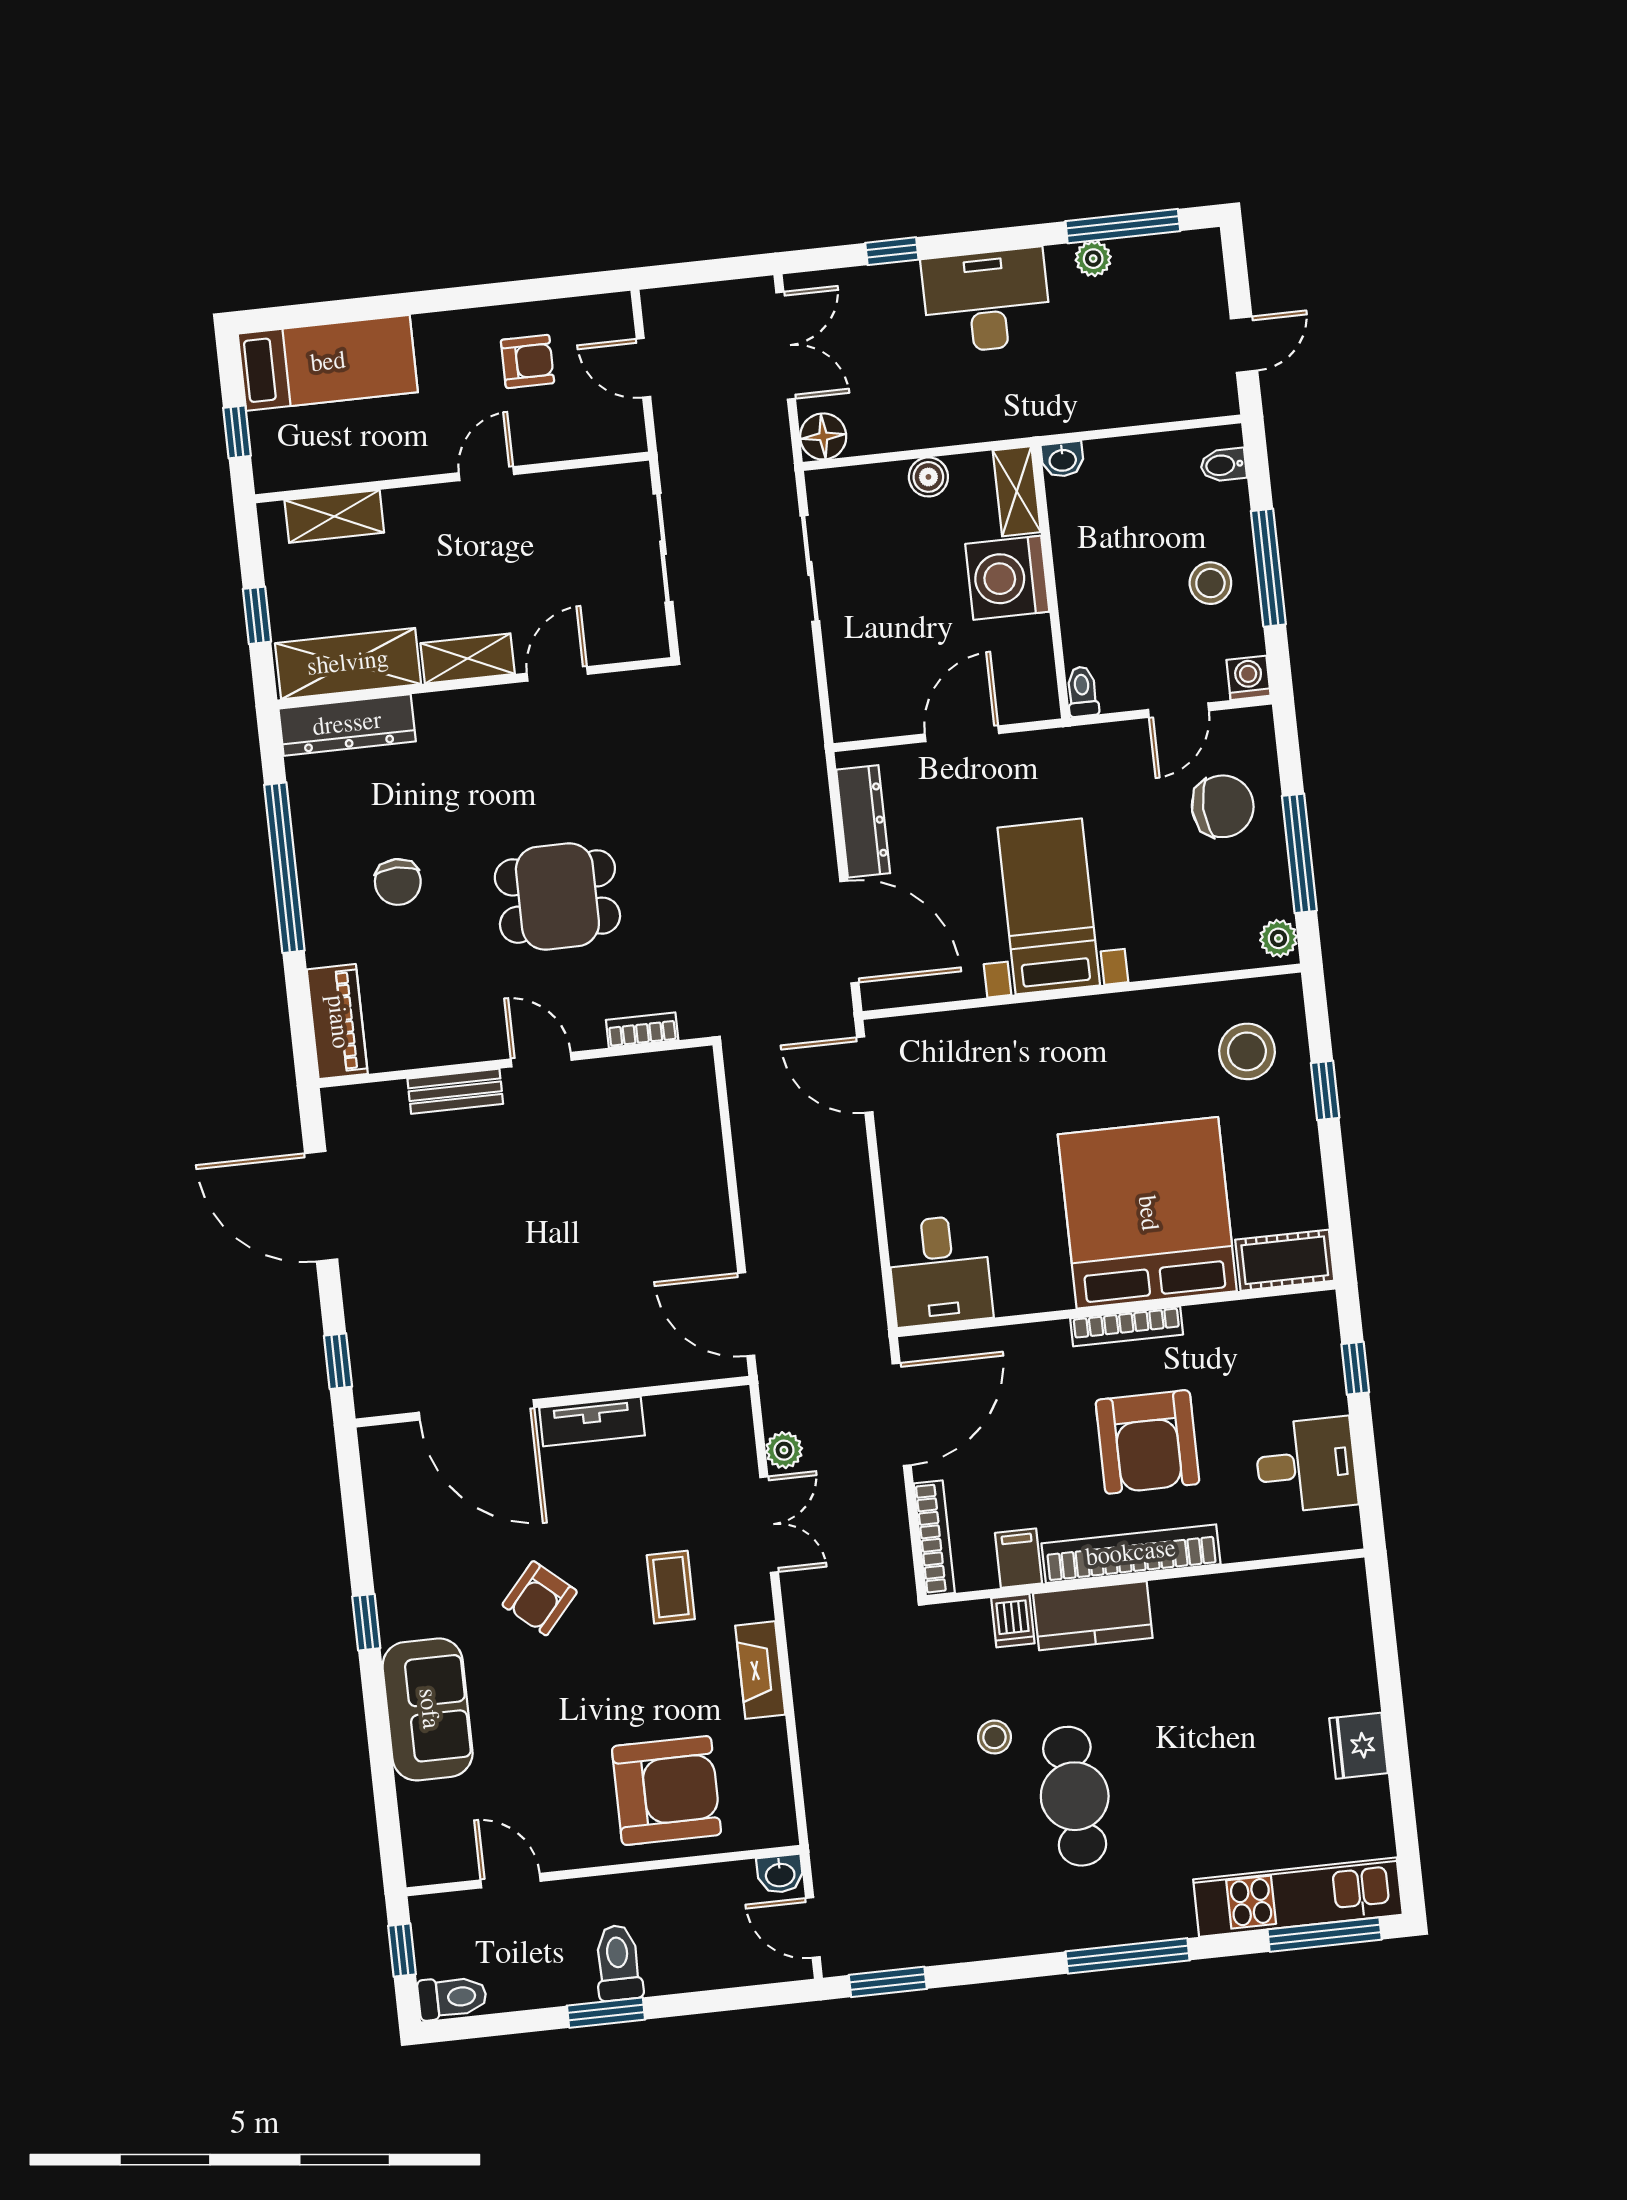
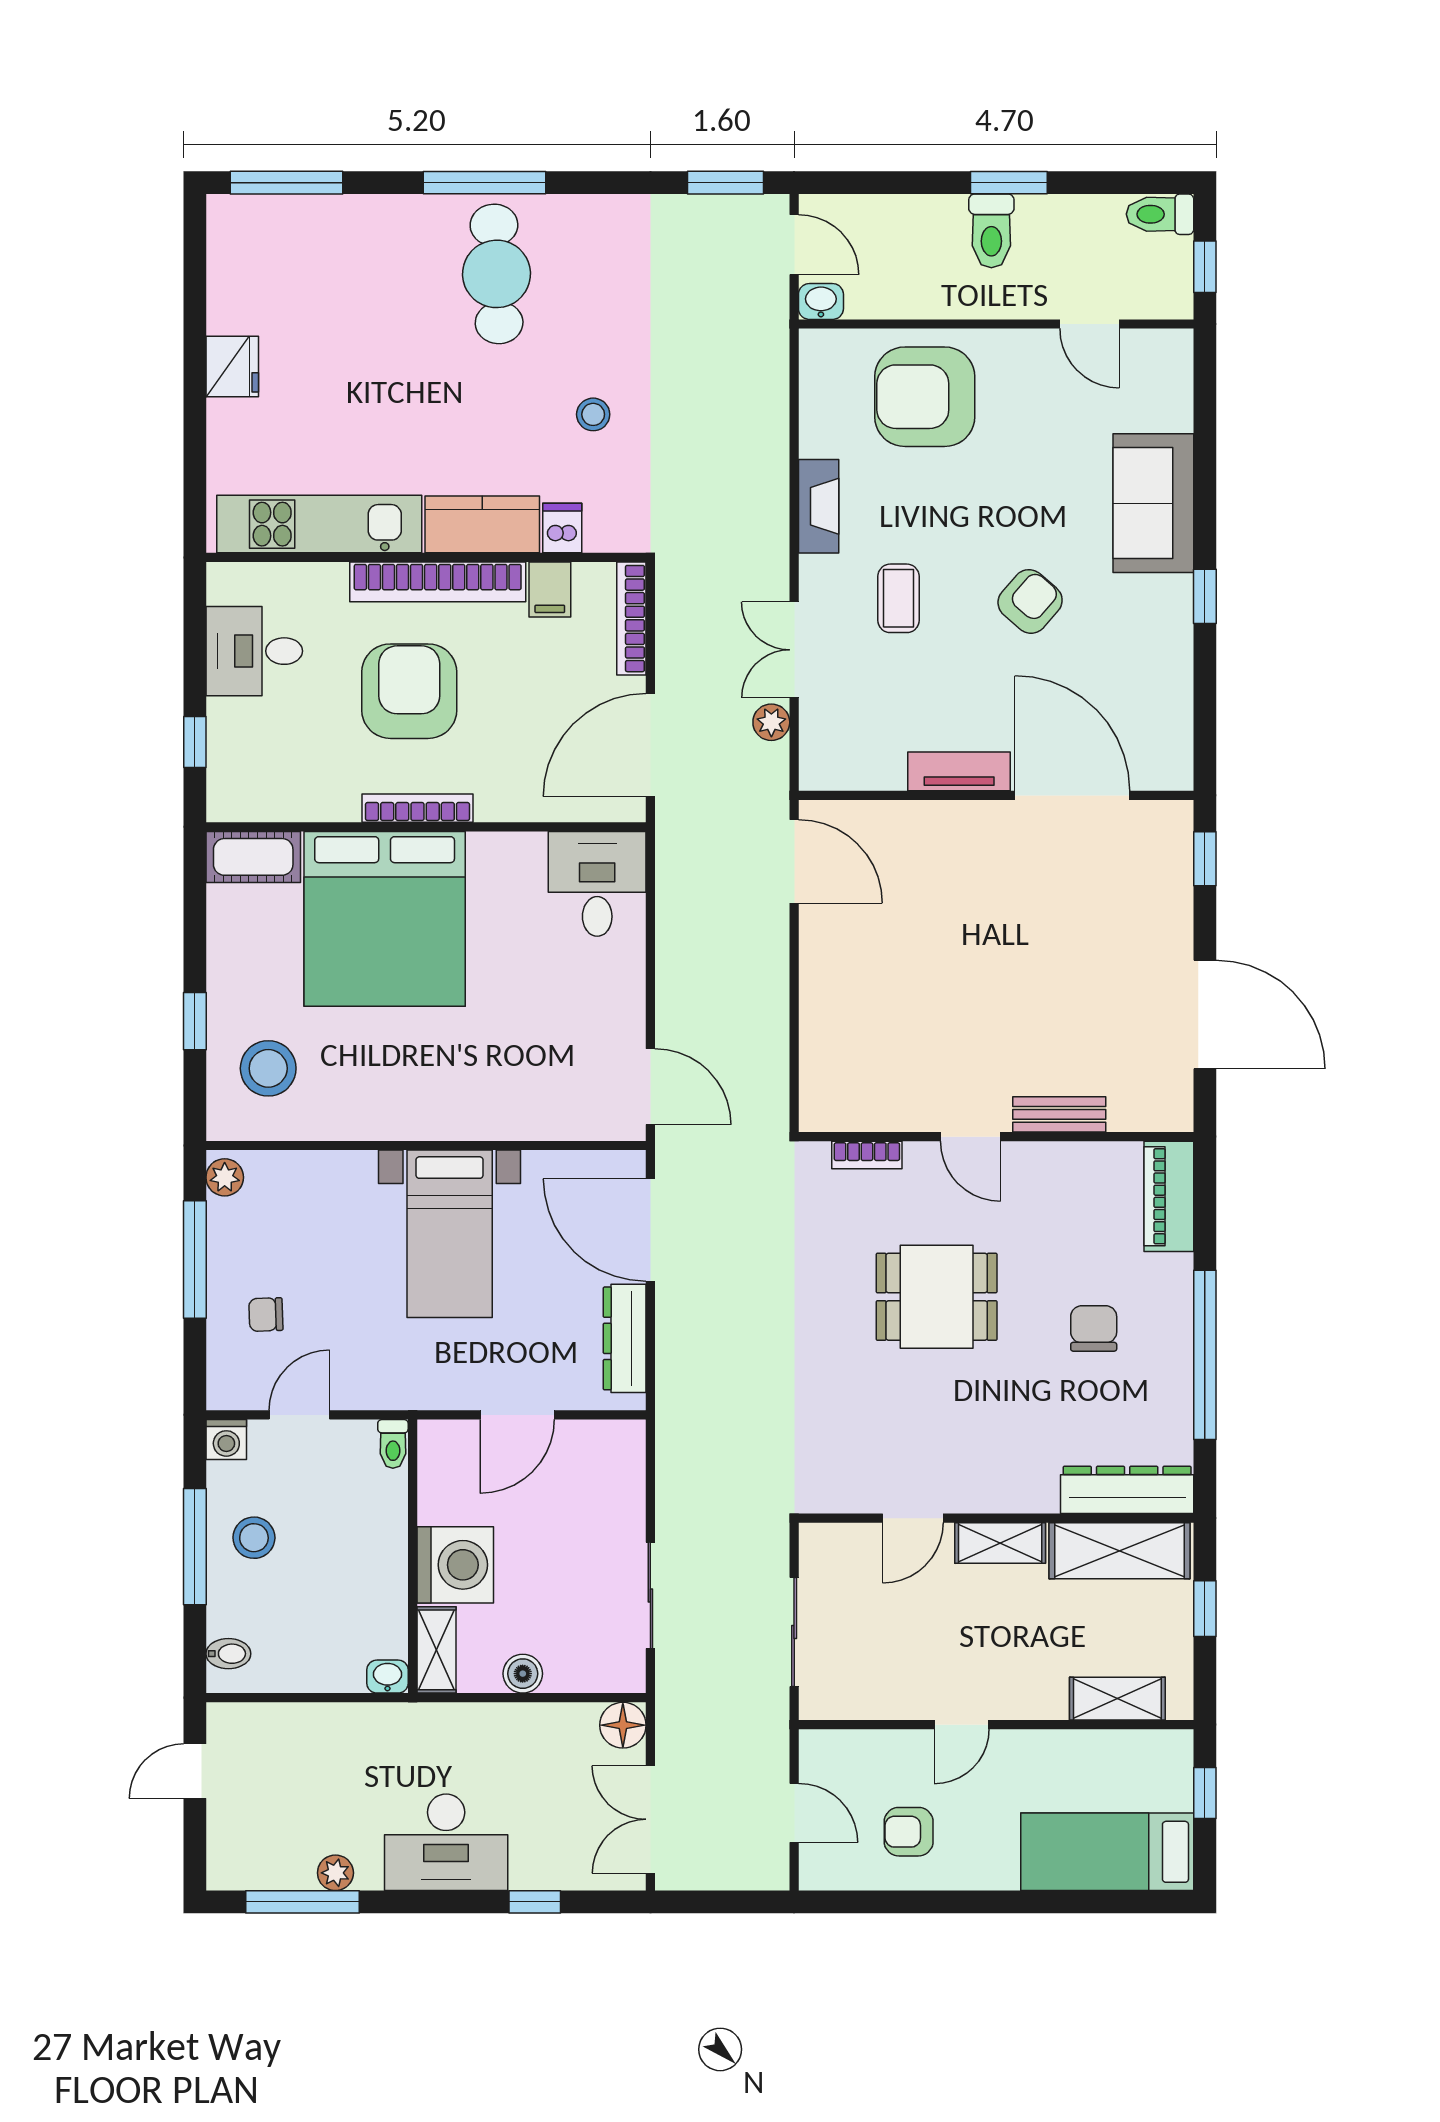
chair: (1223, 806) -> (266, 1315), width x0.54, depth x0.54
cafe table: (1075, 1796) -> (497, 274), moved
kitchen unit: (1298, 1897) -> (319, 524), moved, turned 180

